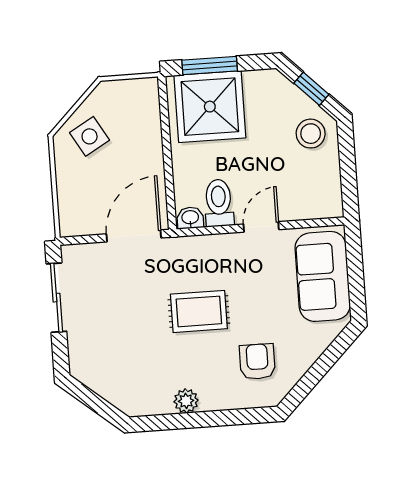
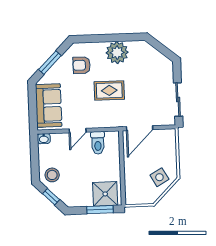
shower: (210, 107) -> (105, 194), width x0.73, depth x0.73
washbasin: (190, 218) -> (44, 139), moved
armchair: (257, 362) -> (82, 65), turned 90
window: (323, 365) -> (50, 63), added
plant: (186, 401) -> (117, 53), width x1.88, depth x1.88

